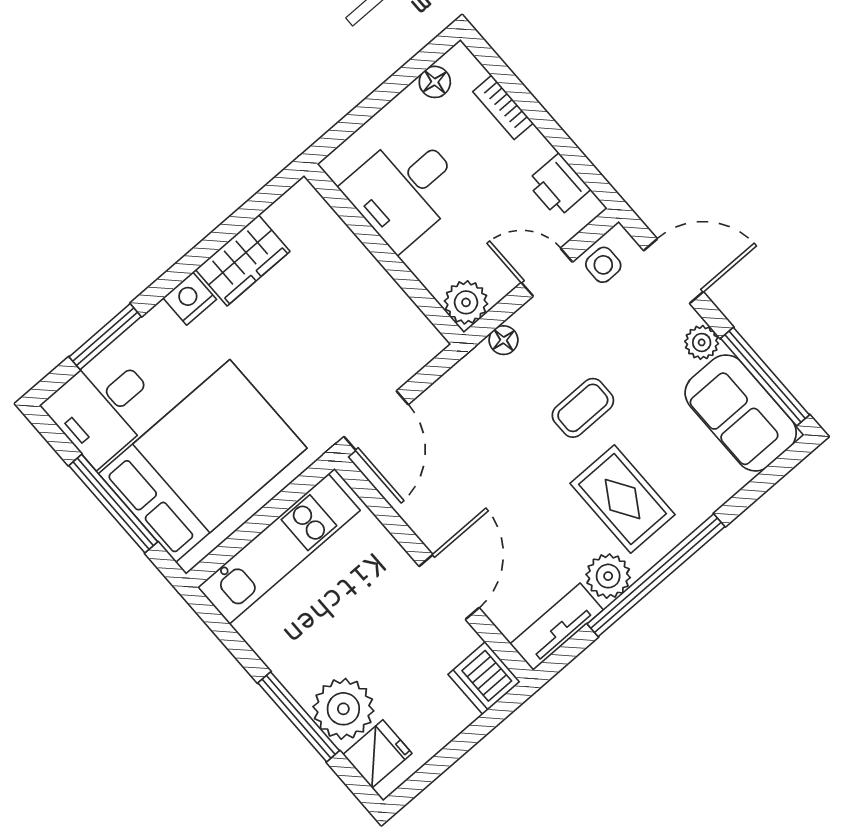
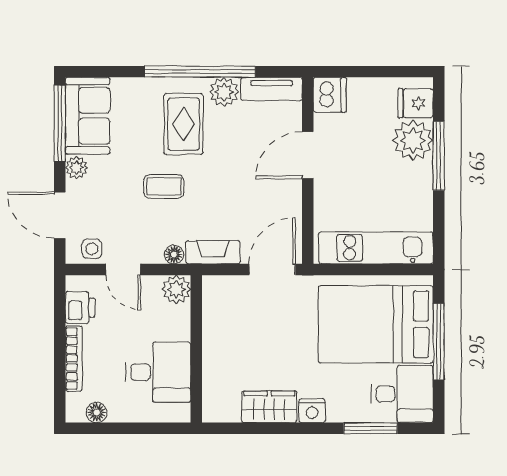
bookcase: (503, 107) -> (74, 359), width x1.56
fireplace: (461, 381) -> (213, 252), added

